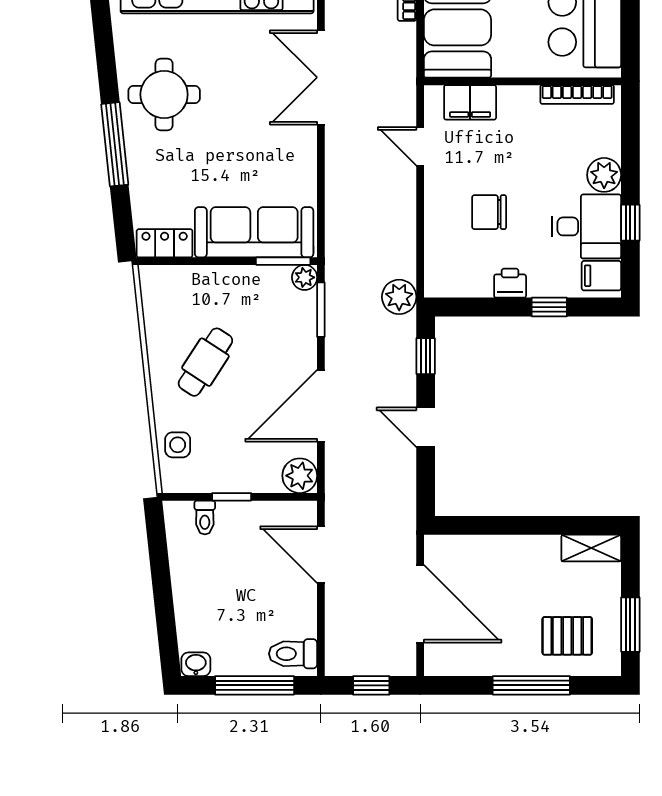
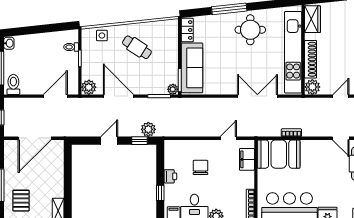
plant: (399, 297) -> (148, 129), moved

